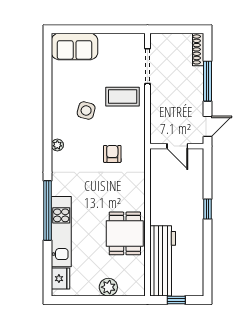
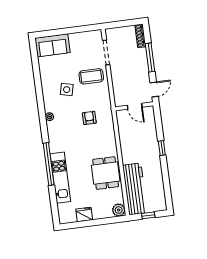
fridge: (60, 279) -> (84, 214), moved, turned -90
plant: (108, 287) -> (119, 210), moved

